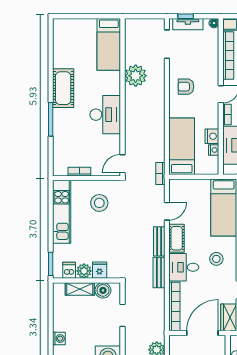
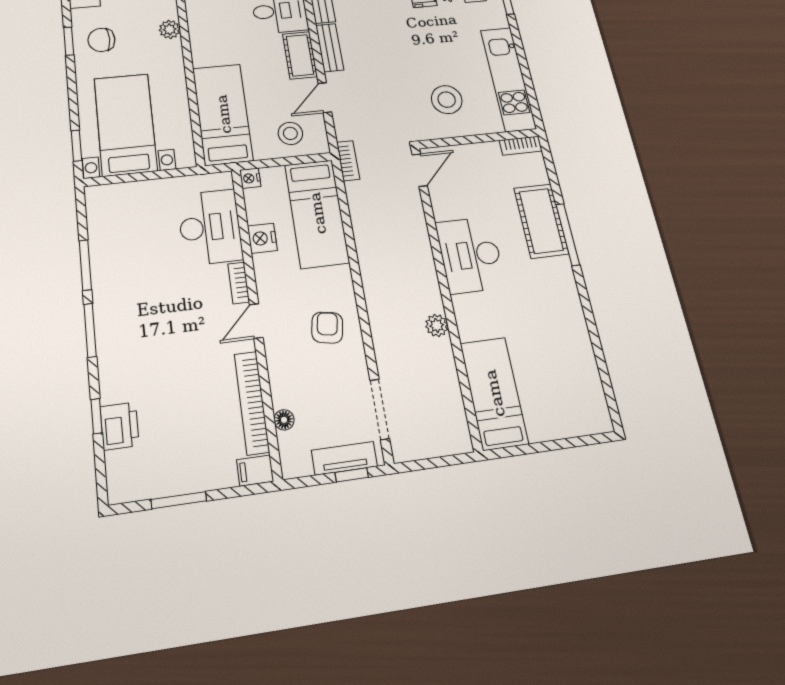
floor lamp: (214, 23) -> (284, 420), moved
plant: (136, 76) -> (437, 325), width x0.53, depth x0.53
armchair: (186, 87) -> (327, 328), turned -80
cot: (63, 88) -> (541, 221), moved
nightstand: (214, 150) -> (250, 178), moved
bookcase: (79, 172) -> (521, 146), moved
stool: (216, 259) -> (290, 133), moved

